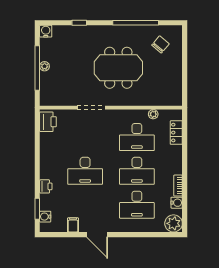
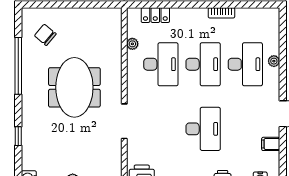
water cooler: (177, 203) -> (243, 15), removed
plant: (174, 223) -> (274, 61), moved, width x0.53, depth x0.53

